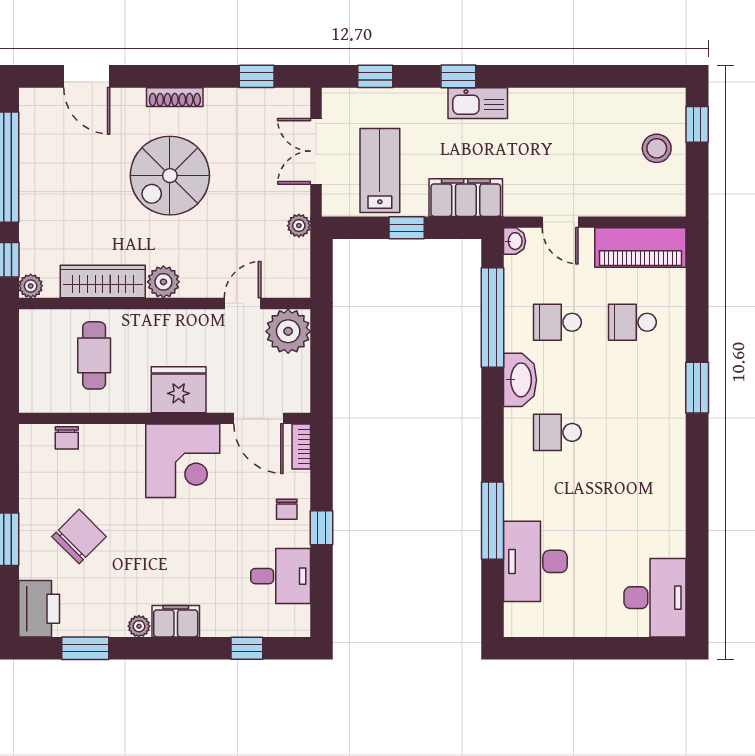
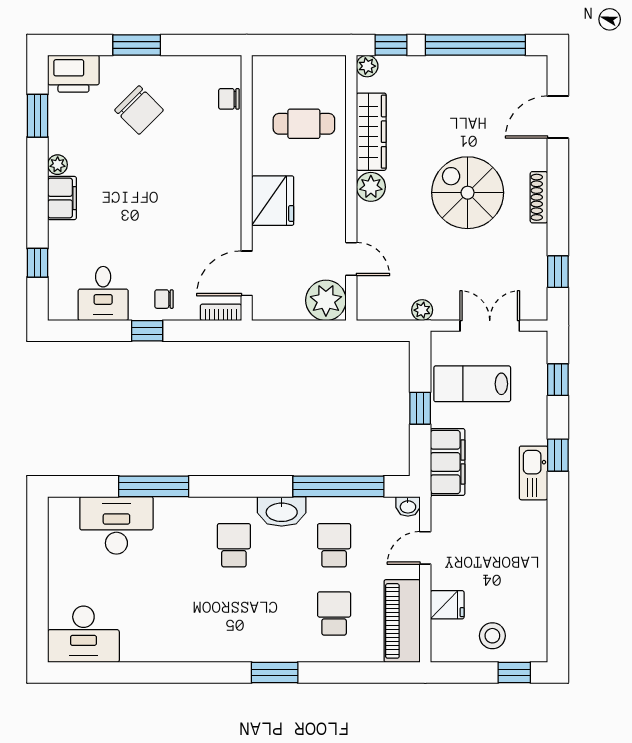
lab bench: (380, 171) -> (472, 384), turned 180
fridge: (623, 198) -> (447, 605), added
corner desk: (183, 461) -> (208, 204), removed

